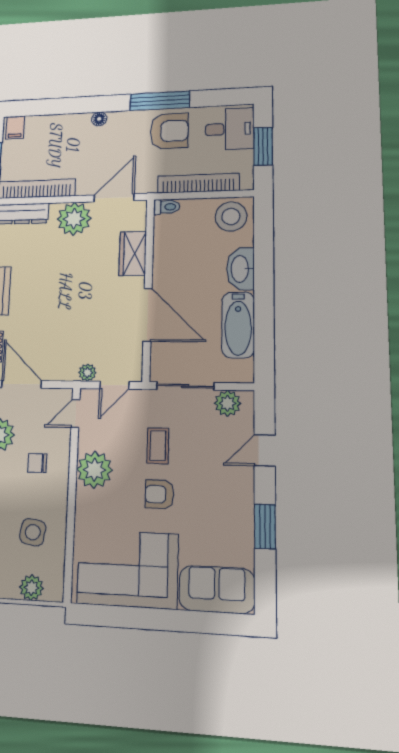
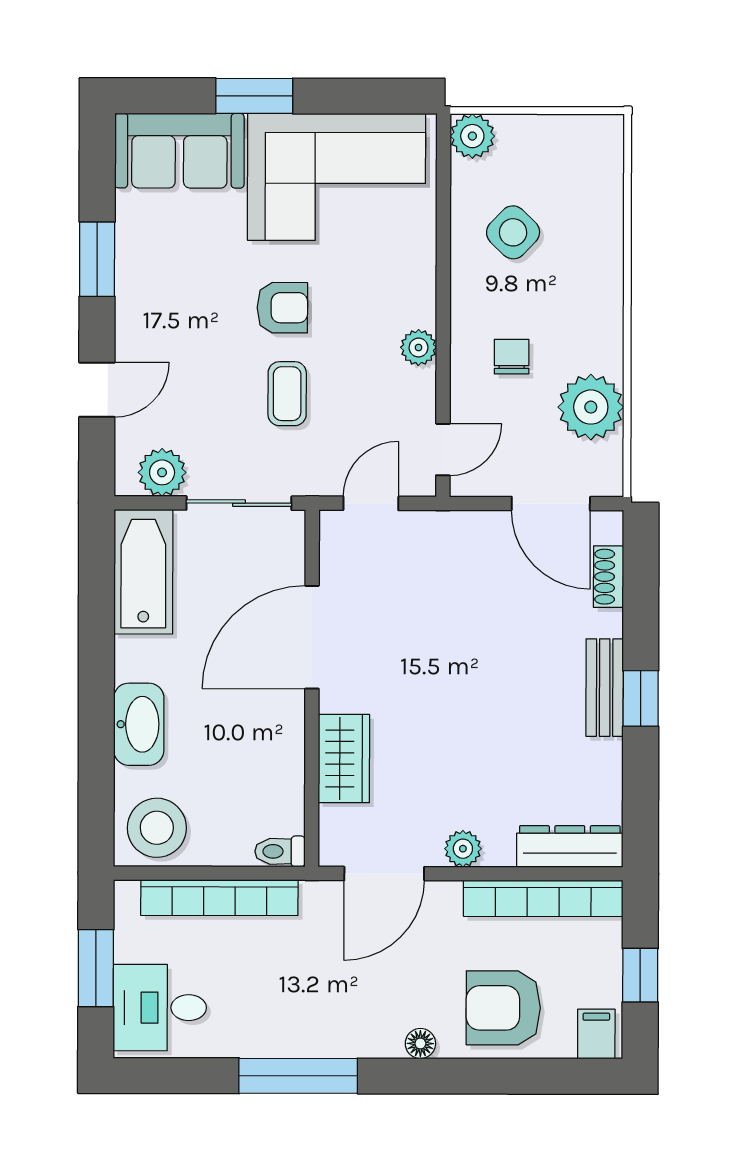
armchair: (169, 131) -> (503, 1008), moved
plant: (74, 219) -> (463, 849), width x0.53, depth x0.53
door: (148, 315) -> (312, 637), hinge flipped
bathtub: (238, 325) -> (143, 572), moved
plant: (87, 373) -> (423, 527), removed
chair: (37, 463) -> (512, 357), turned -90
plant: (94, 470) -> (419, 348), width x0.53, depth x0.53
side table: (33, 532) -> (513, 232), turned 35
plant: (31, 588) -> (472, 136), moved
window: (173, 620) -> (254, 96), added

